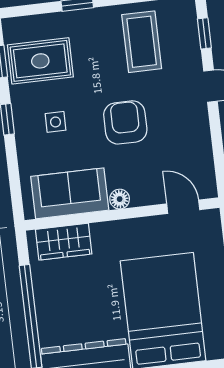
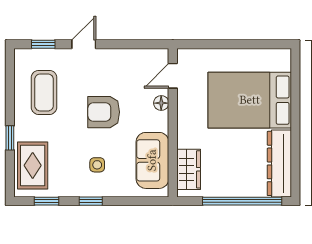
coffee table: (142, 42) -> (44, 92), turned 90
rug: (40, 61) -> (33, 165), moved
floor lamp: (120, 199) -> (161, 103), moved

